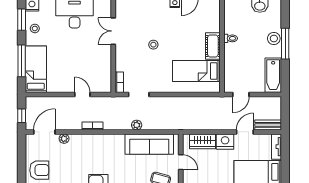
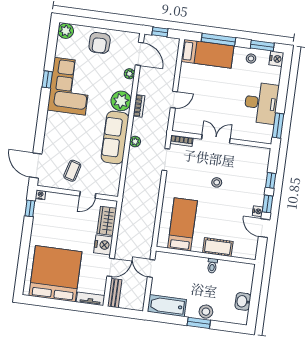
double door: (113, 31) -> (216, 139), moved
window: (285, 44) -> (199, 323), width x0.69
cot: (213, 46) -> (218, 247), moved
plant: (137, 125) -> (135, 142), moved
door: (245, 132) -> (111, 267), hinge flipped
plant: (90, 143) -> (121, 101), added
sofa: (149, 144) -> (115, 137), moved

